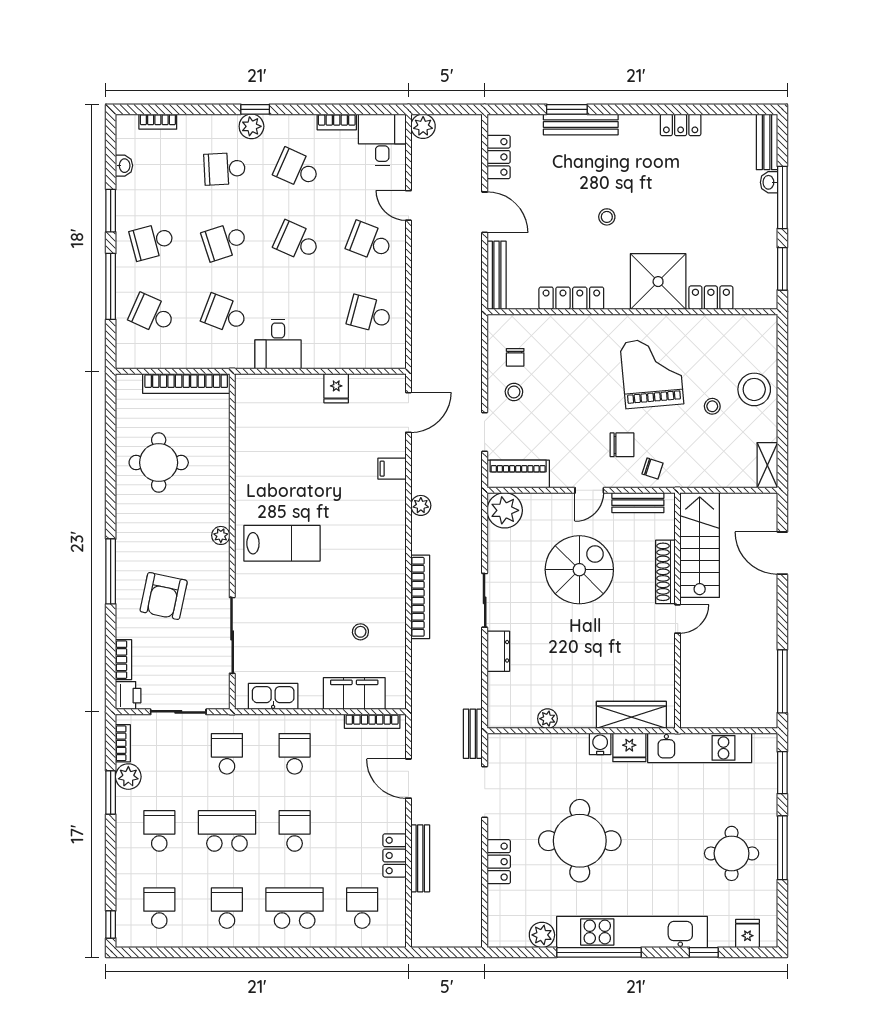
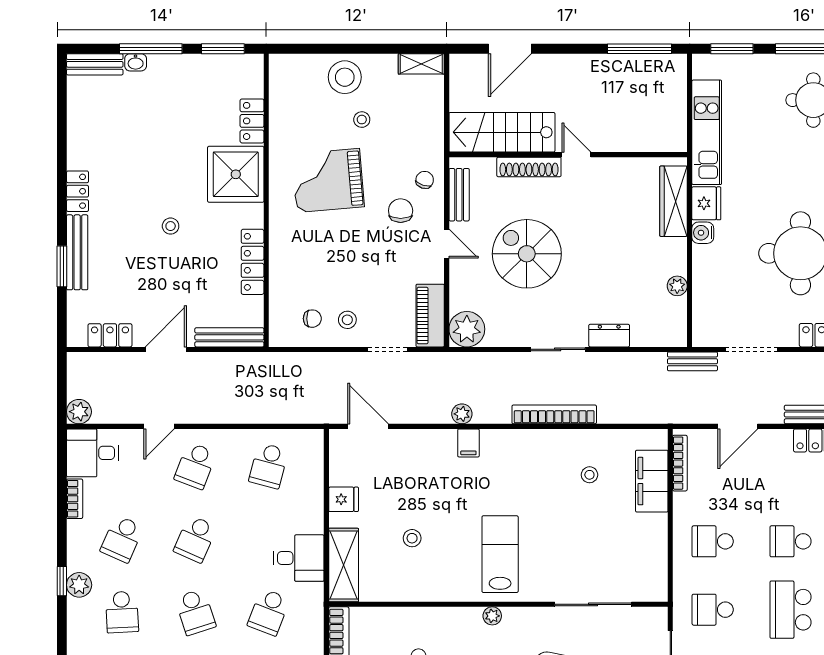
locker: (681, 125) -> (78, 191), moved
shelving: (271, 388) -> (344, 565), added
stool: (298, 456) -> (412, 538), added
filing cabinet: (392, 469) -> (468, 443), moved
kitchen sink: (273, 696) -> (655, 563), removed

